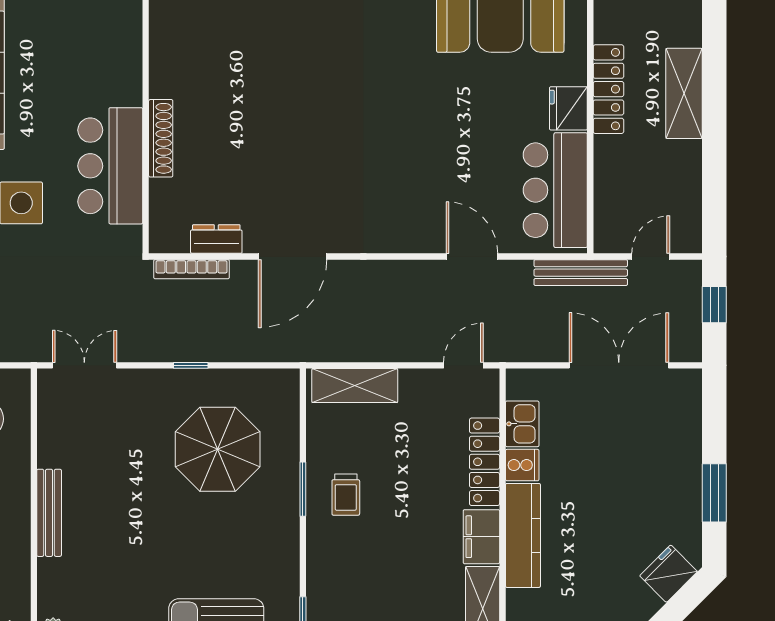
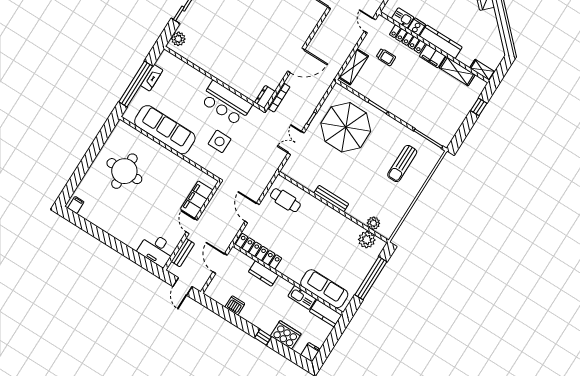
shoe rack: (161, 138) -> (227, 80), removed
dresser: (216, 239) -> (265, 97), moved
door: (293, 257) -> (296, 60), hinge flipped
double door: (84, 365) -> (296, 143), moved
parasol: (218, 449) -> (346, 127), width x1.36, depth x1.36
trolley: (346, 495) -> (386, 57), moved

